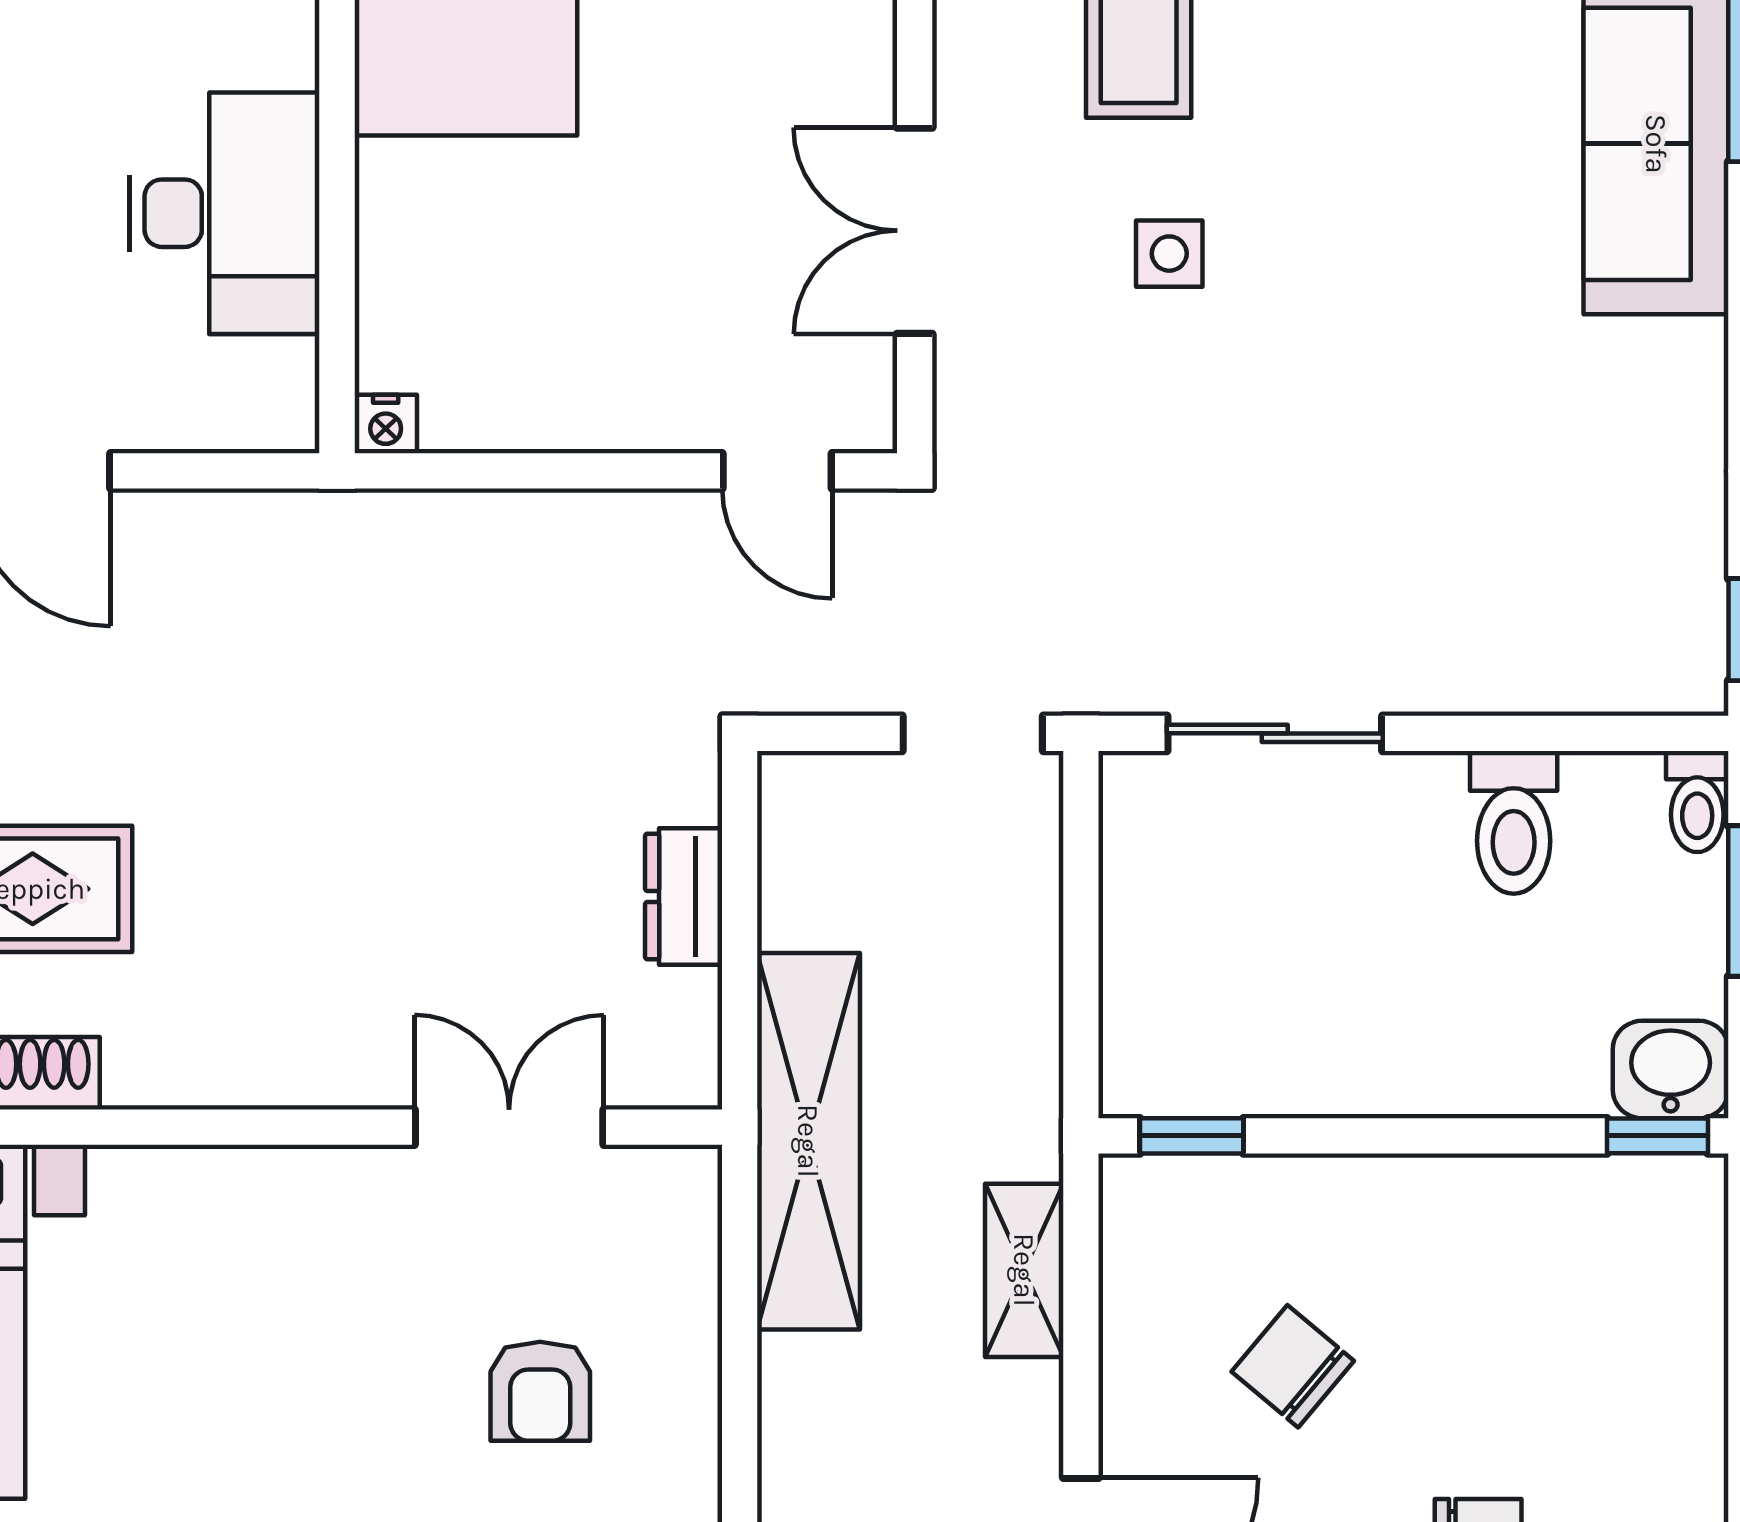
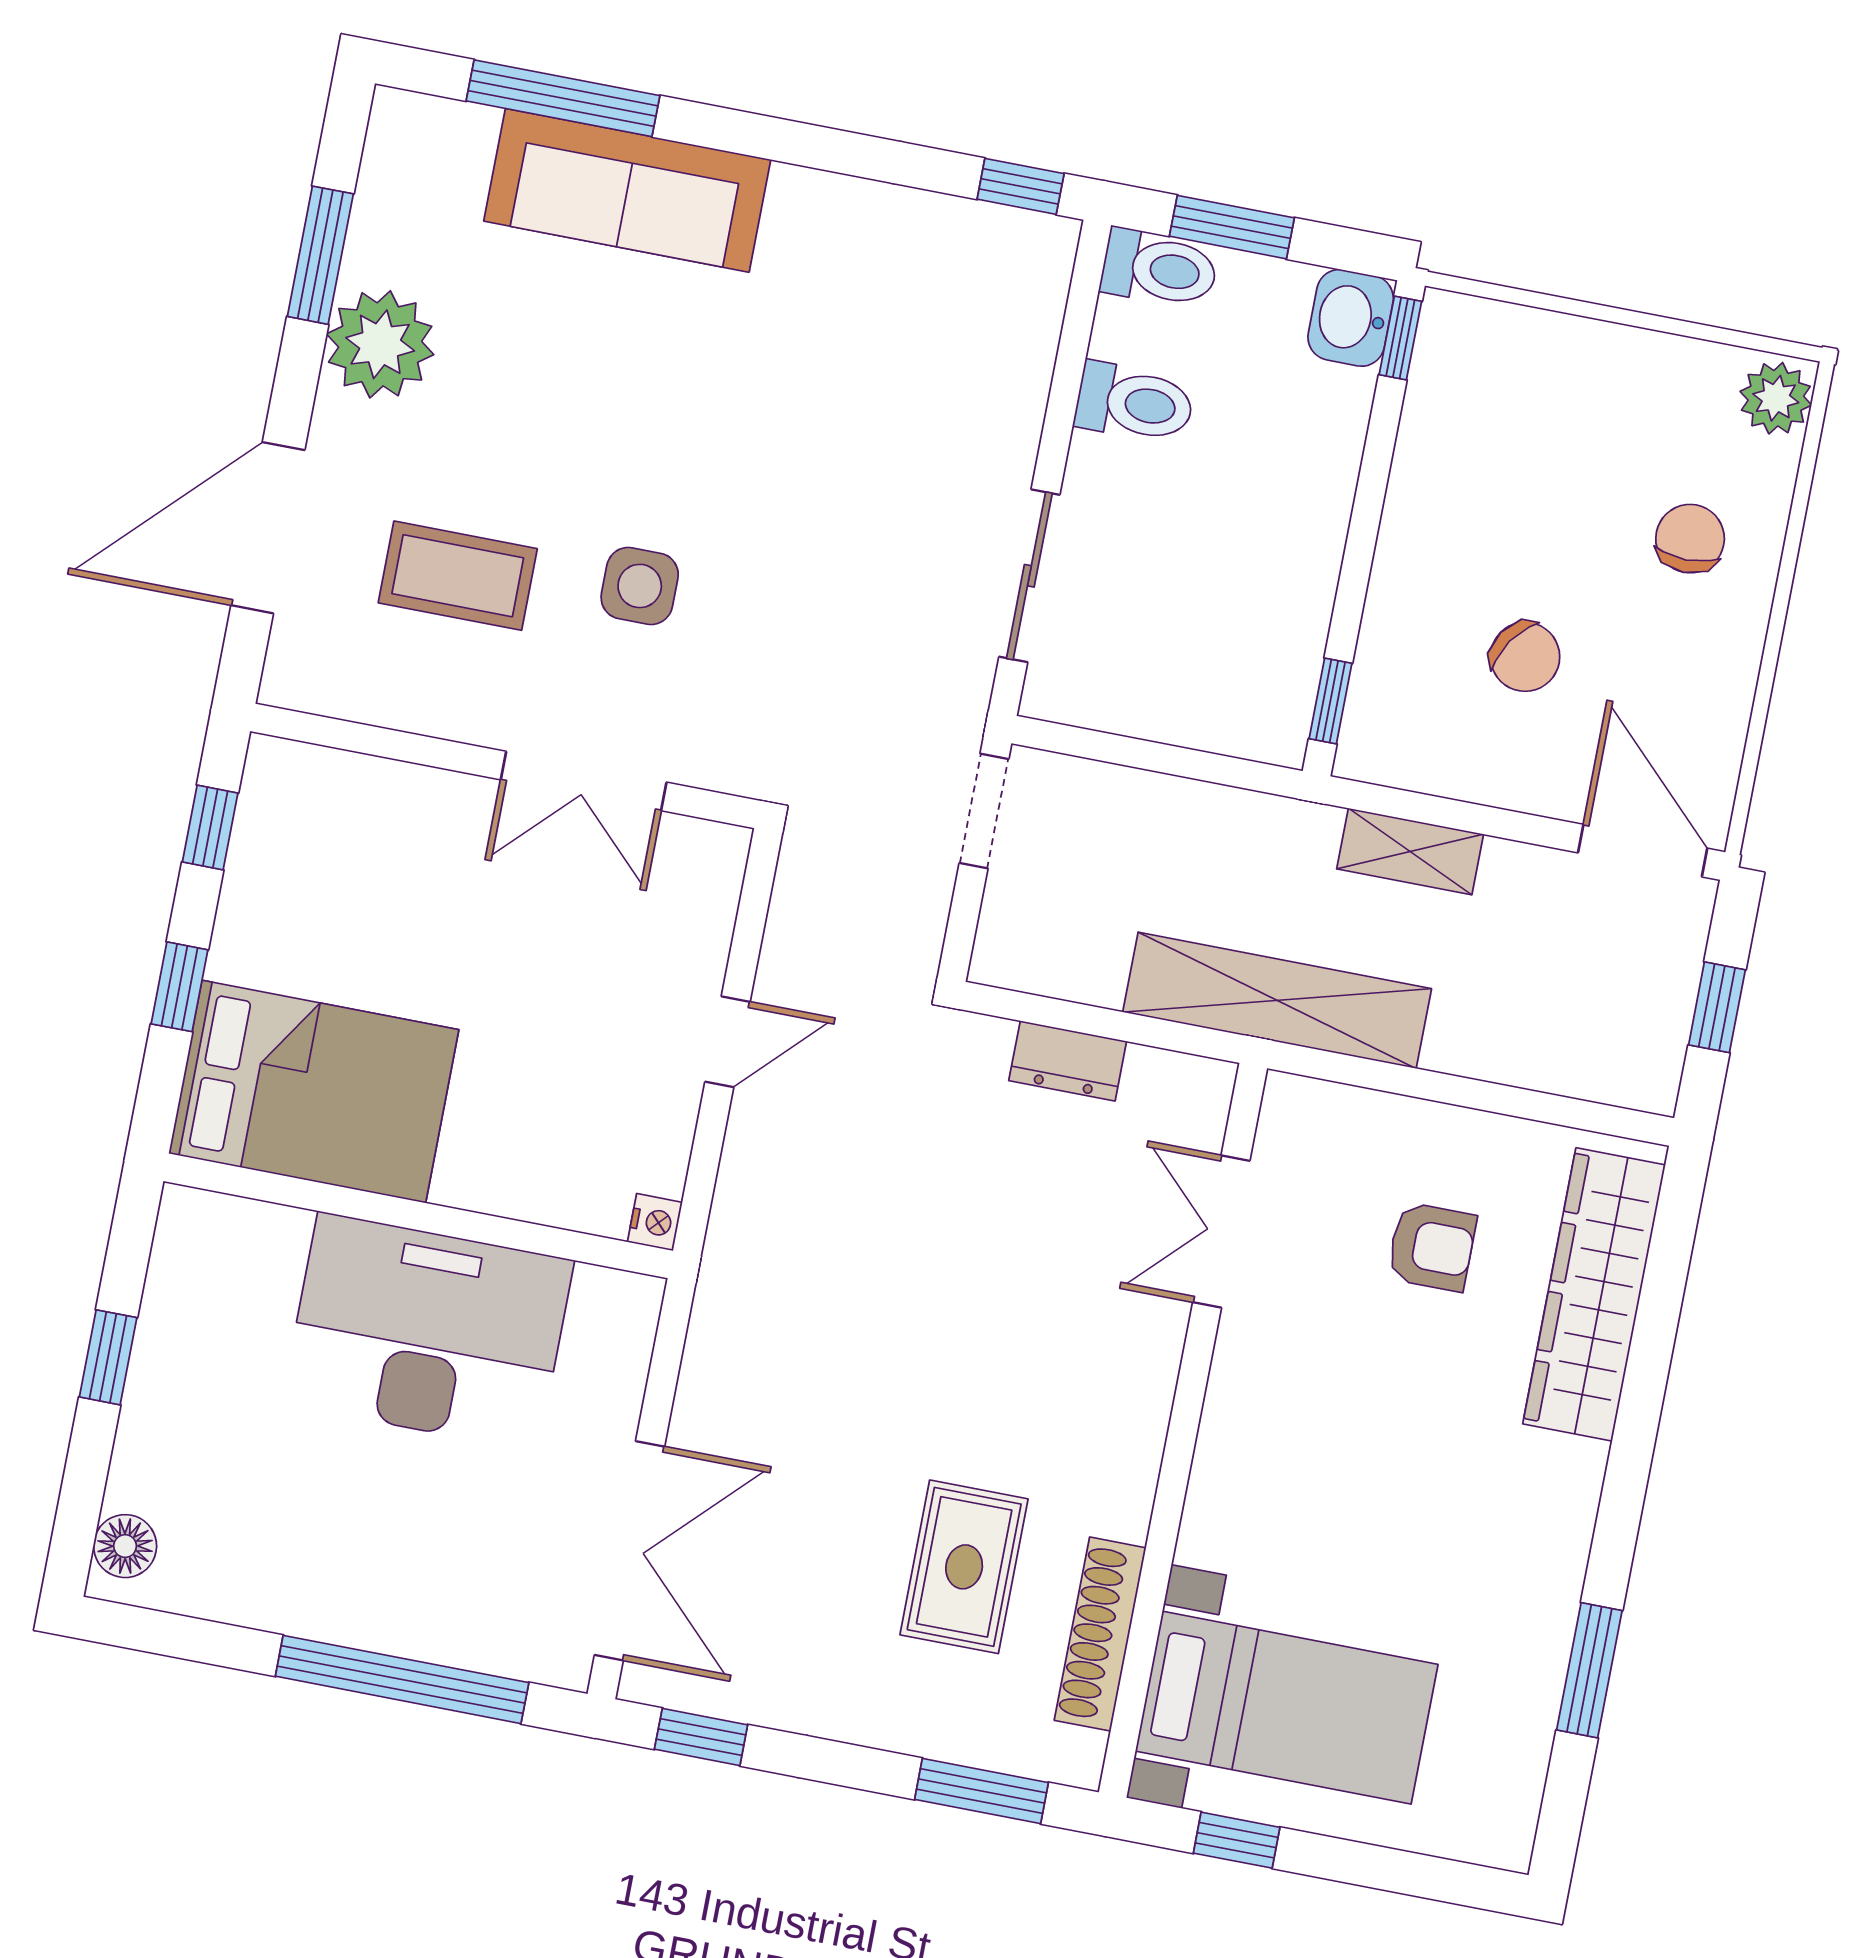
desk: (225, 213) -> (428, 1332), width x1.36, depth x1.30
side table: (1169, 254) -> (640, 586), width x1.37, depth x1.37
door: (777, 471) -> (727, 1042), moved
toilet: (1697, 802) -> (1159, 269), width x1.37, depth x1.39
chair: (1293, 1366) -> (1525, 657), turned -96

